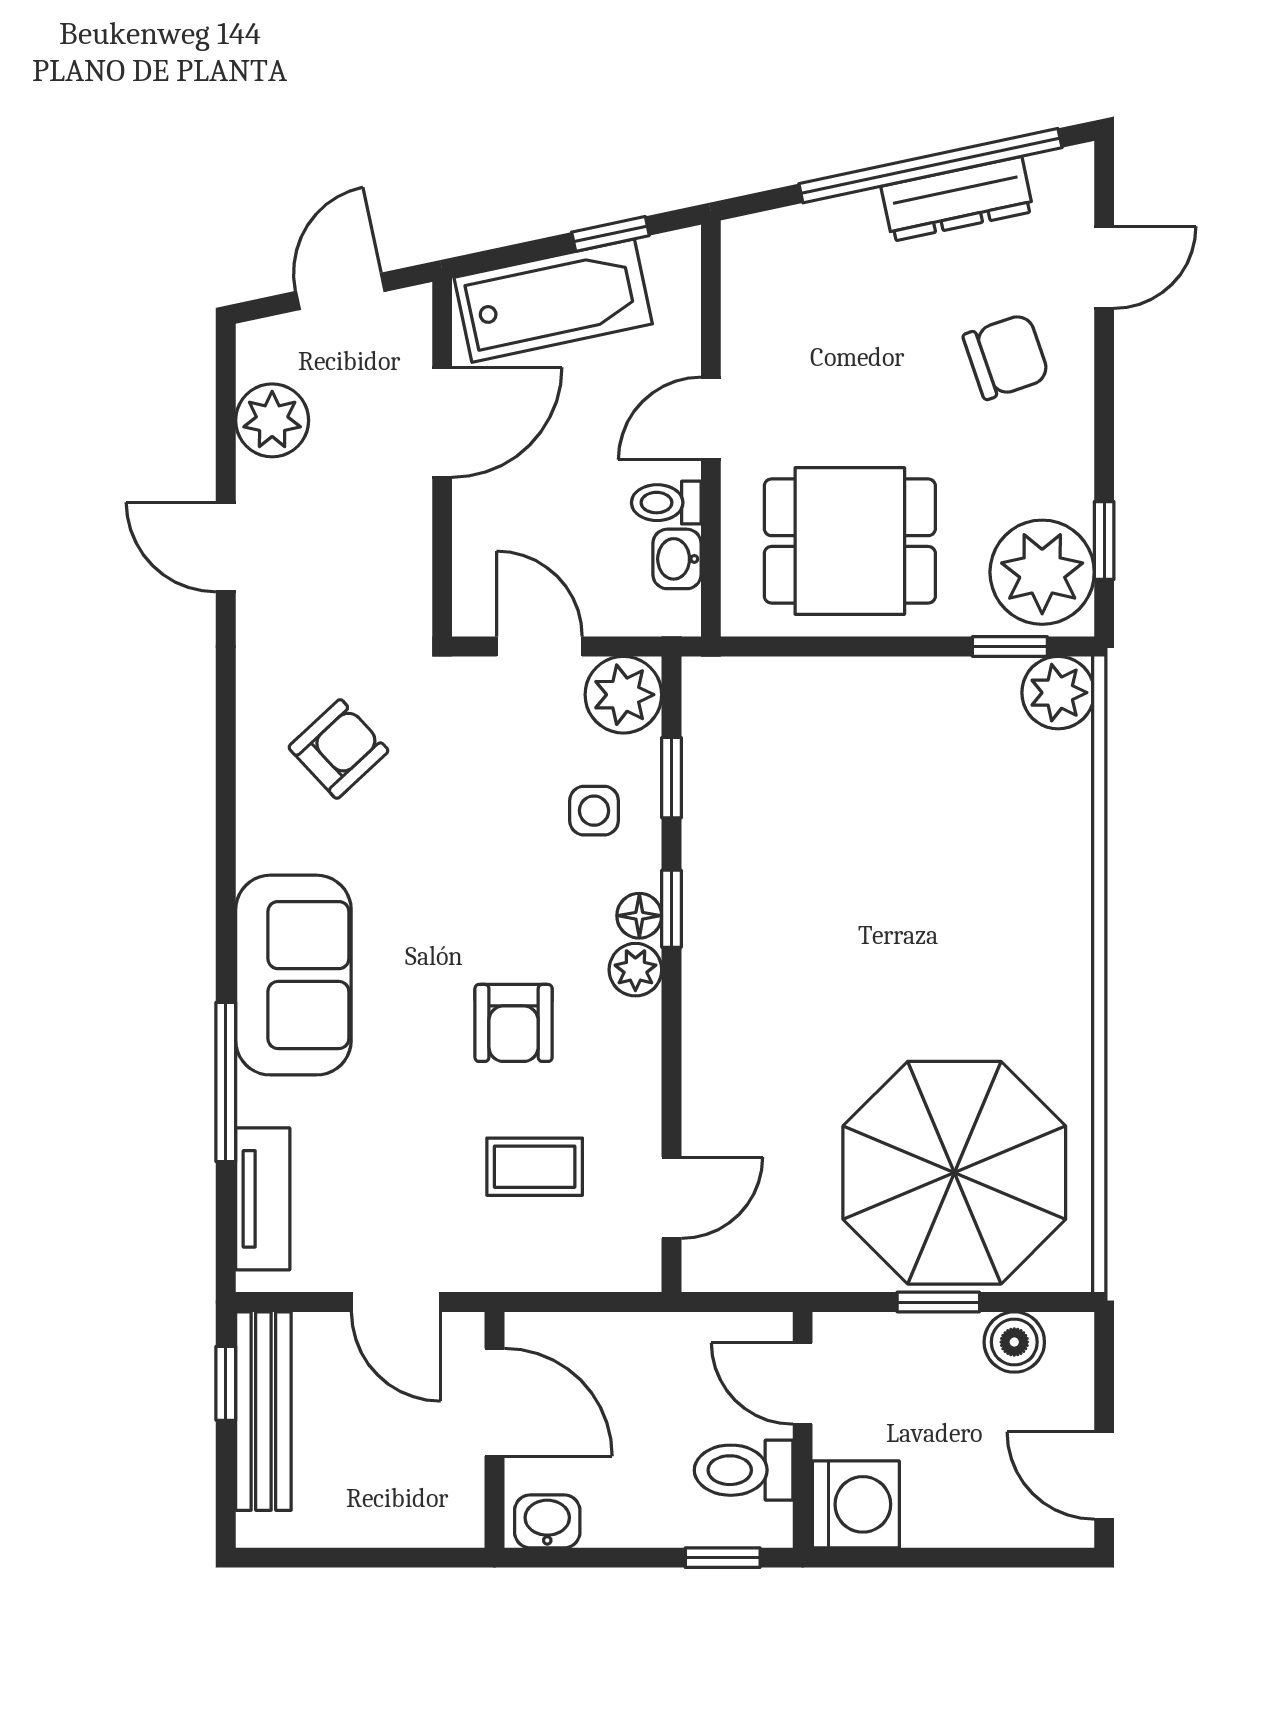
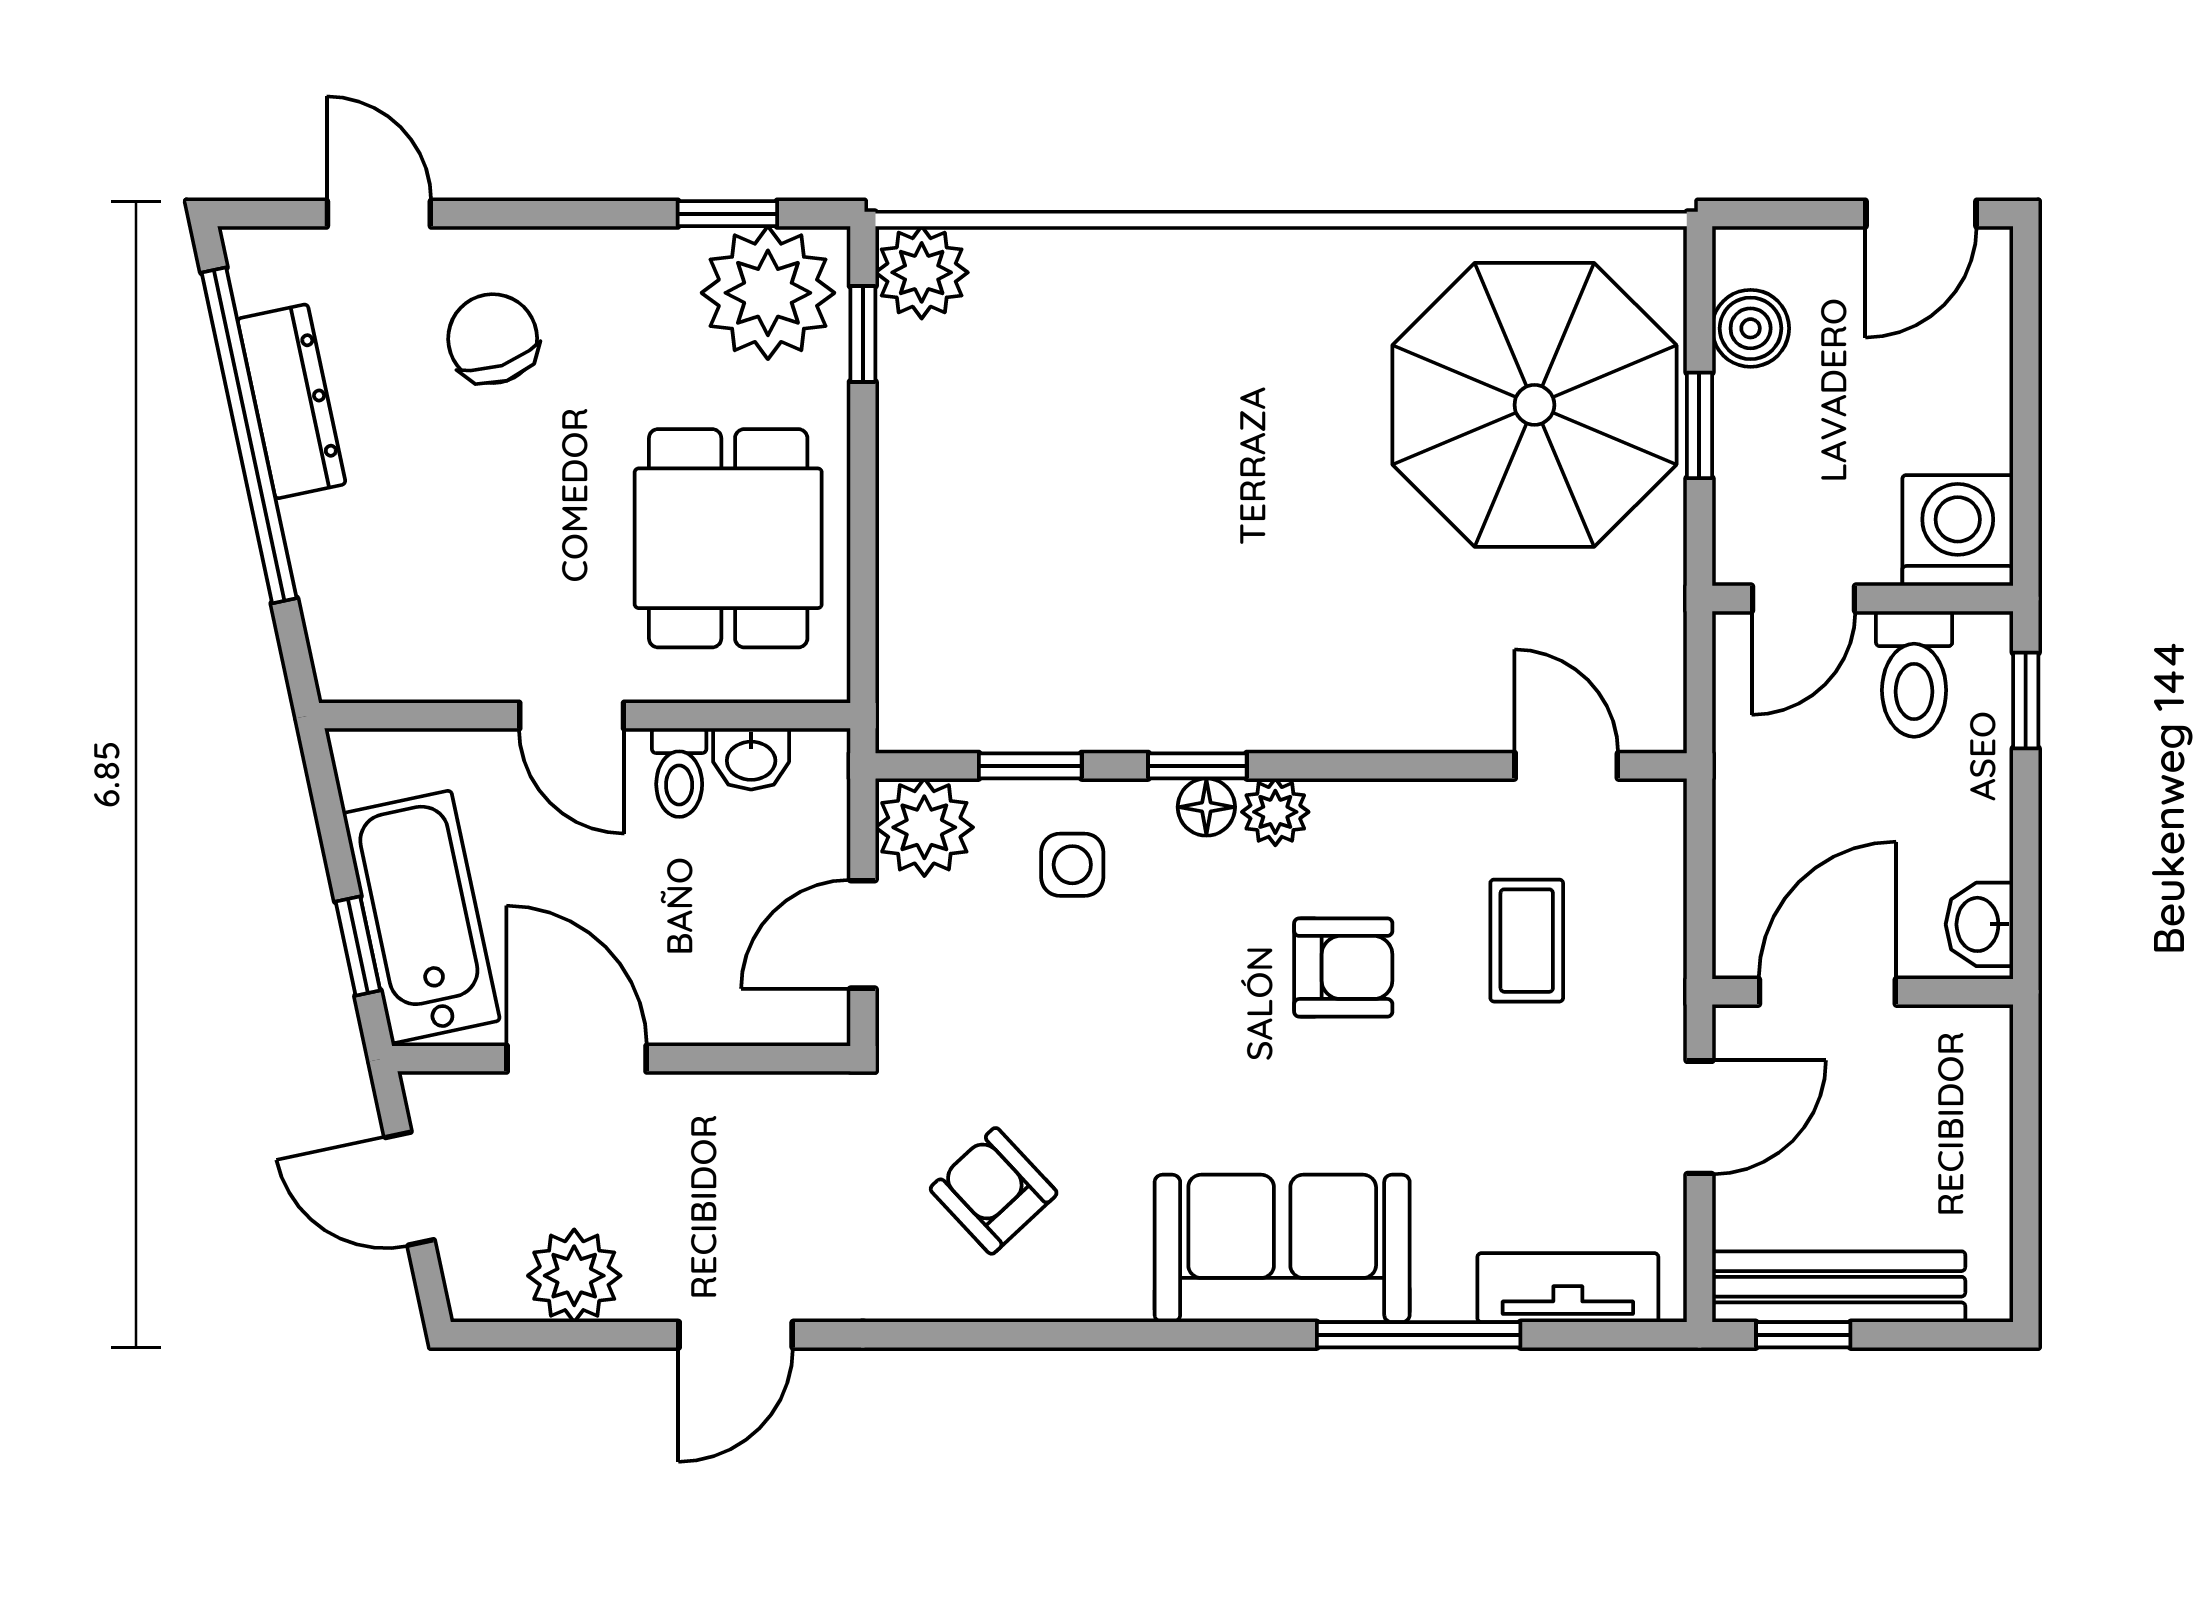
window: (610, 234) -> (358, 946), moved

